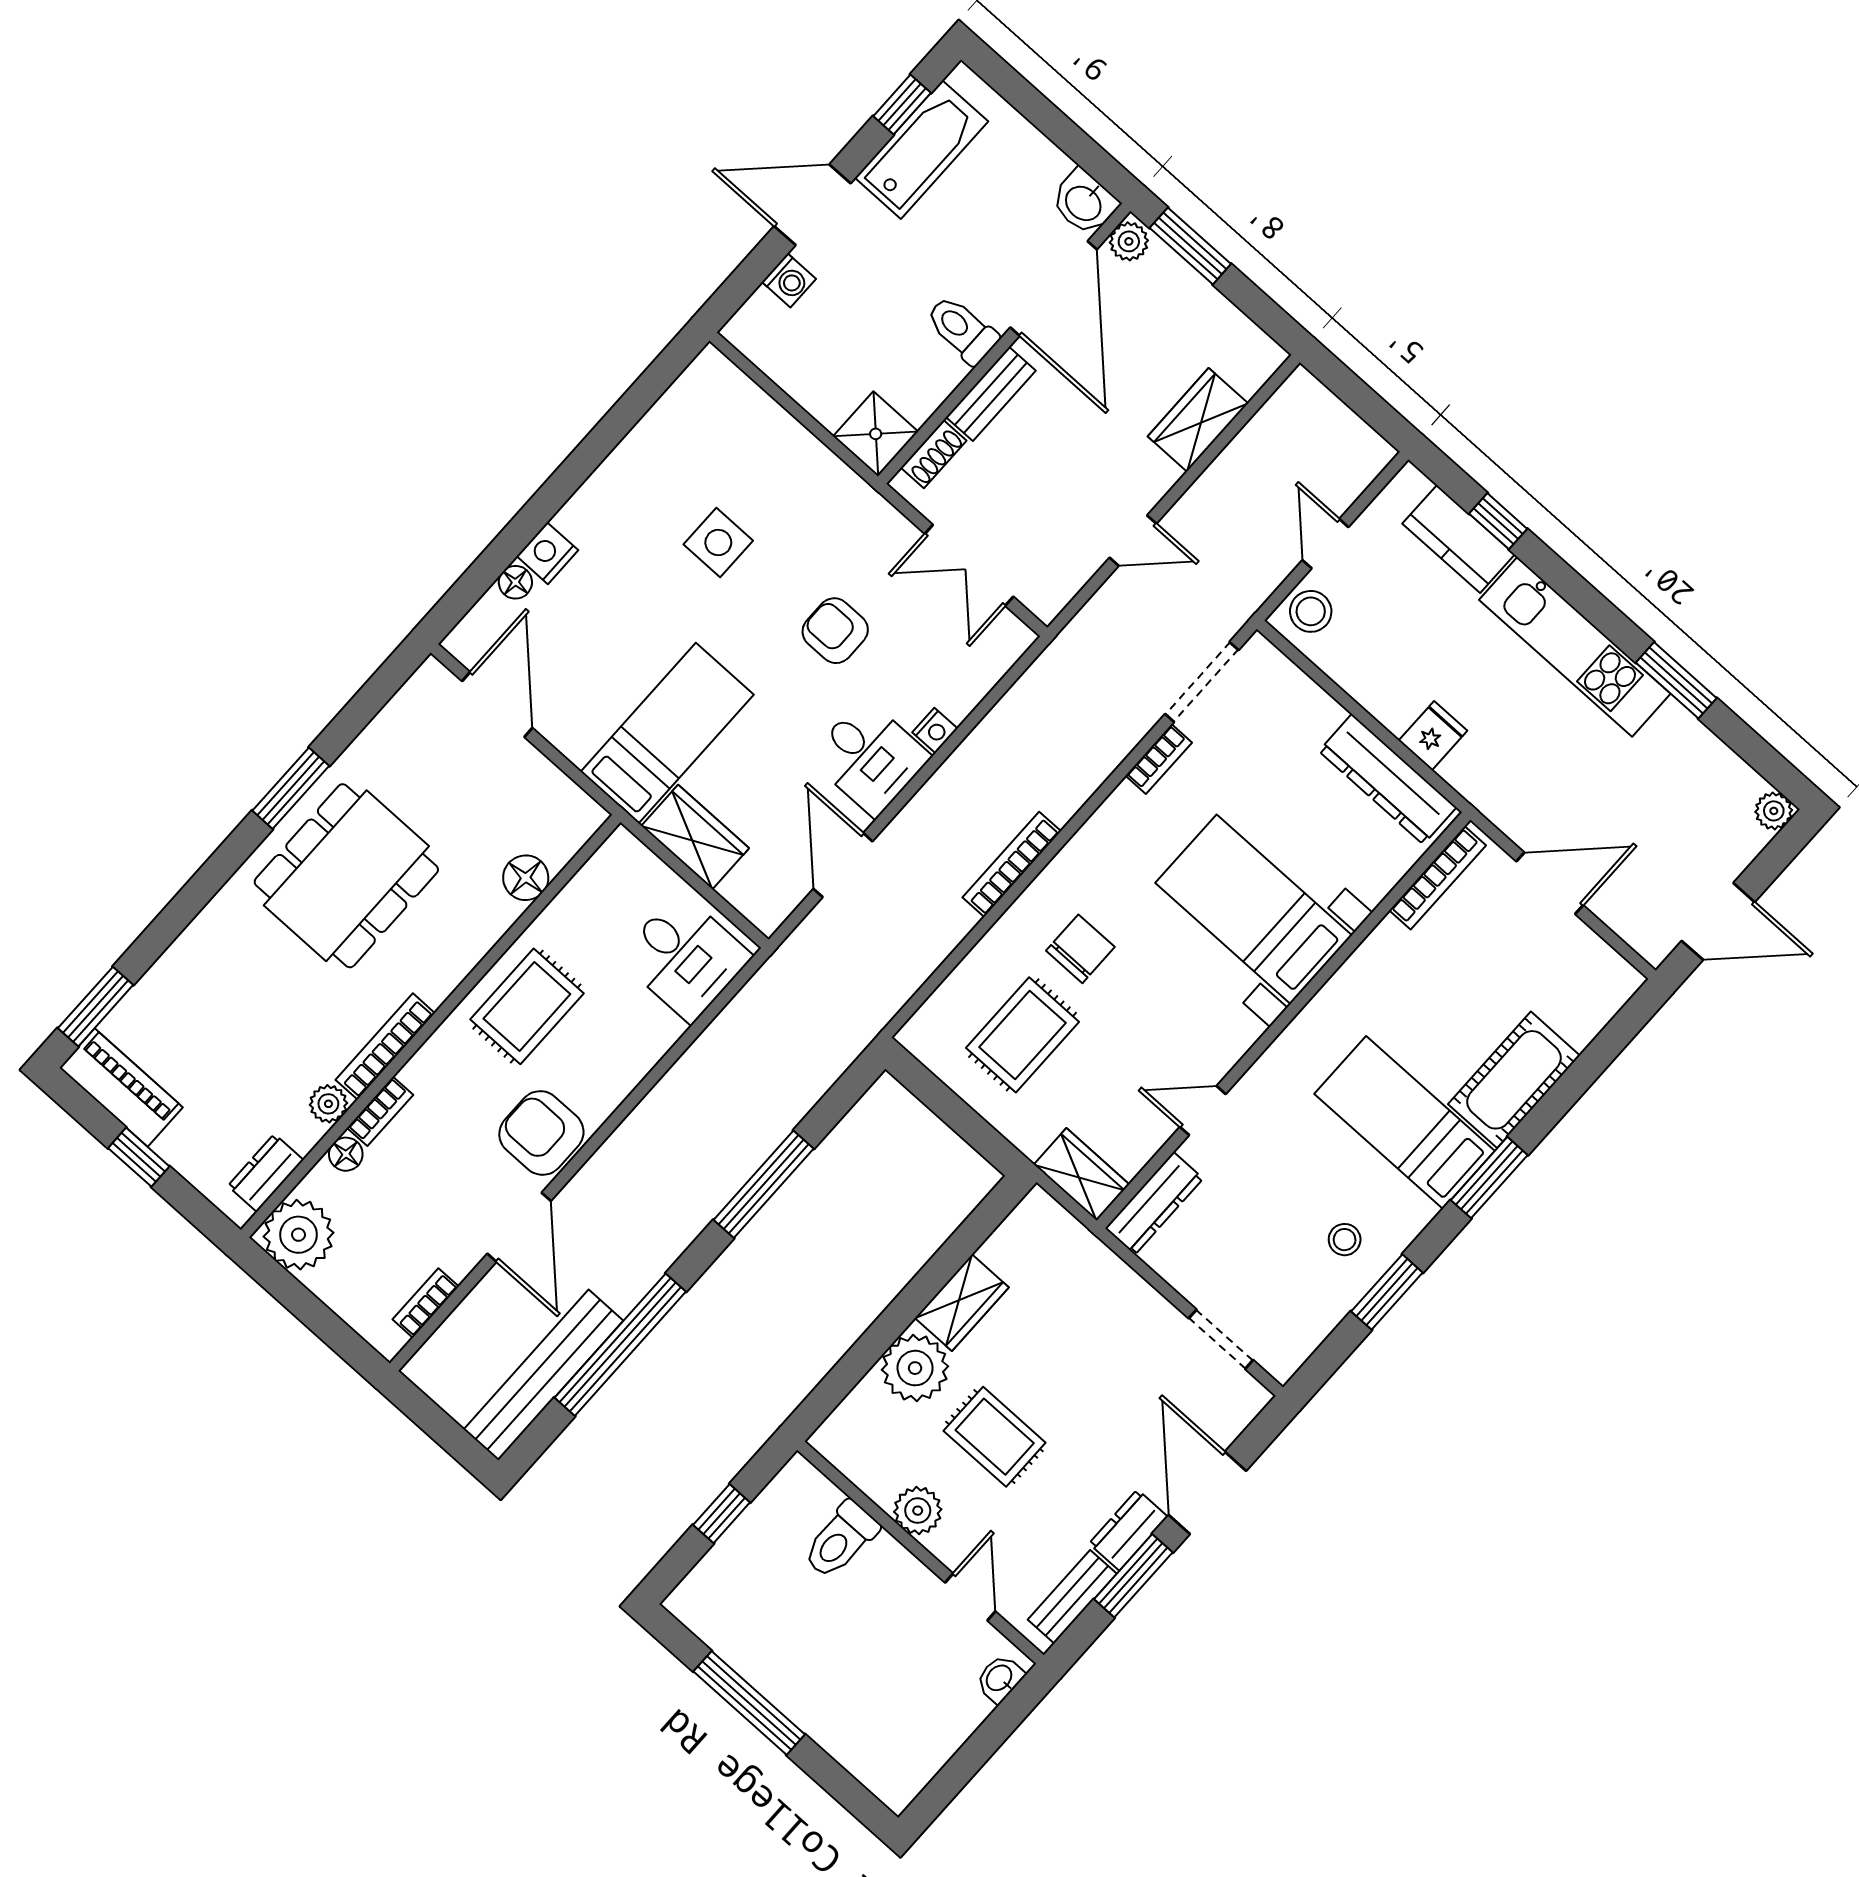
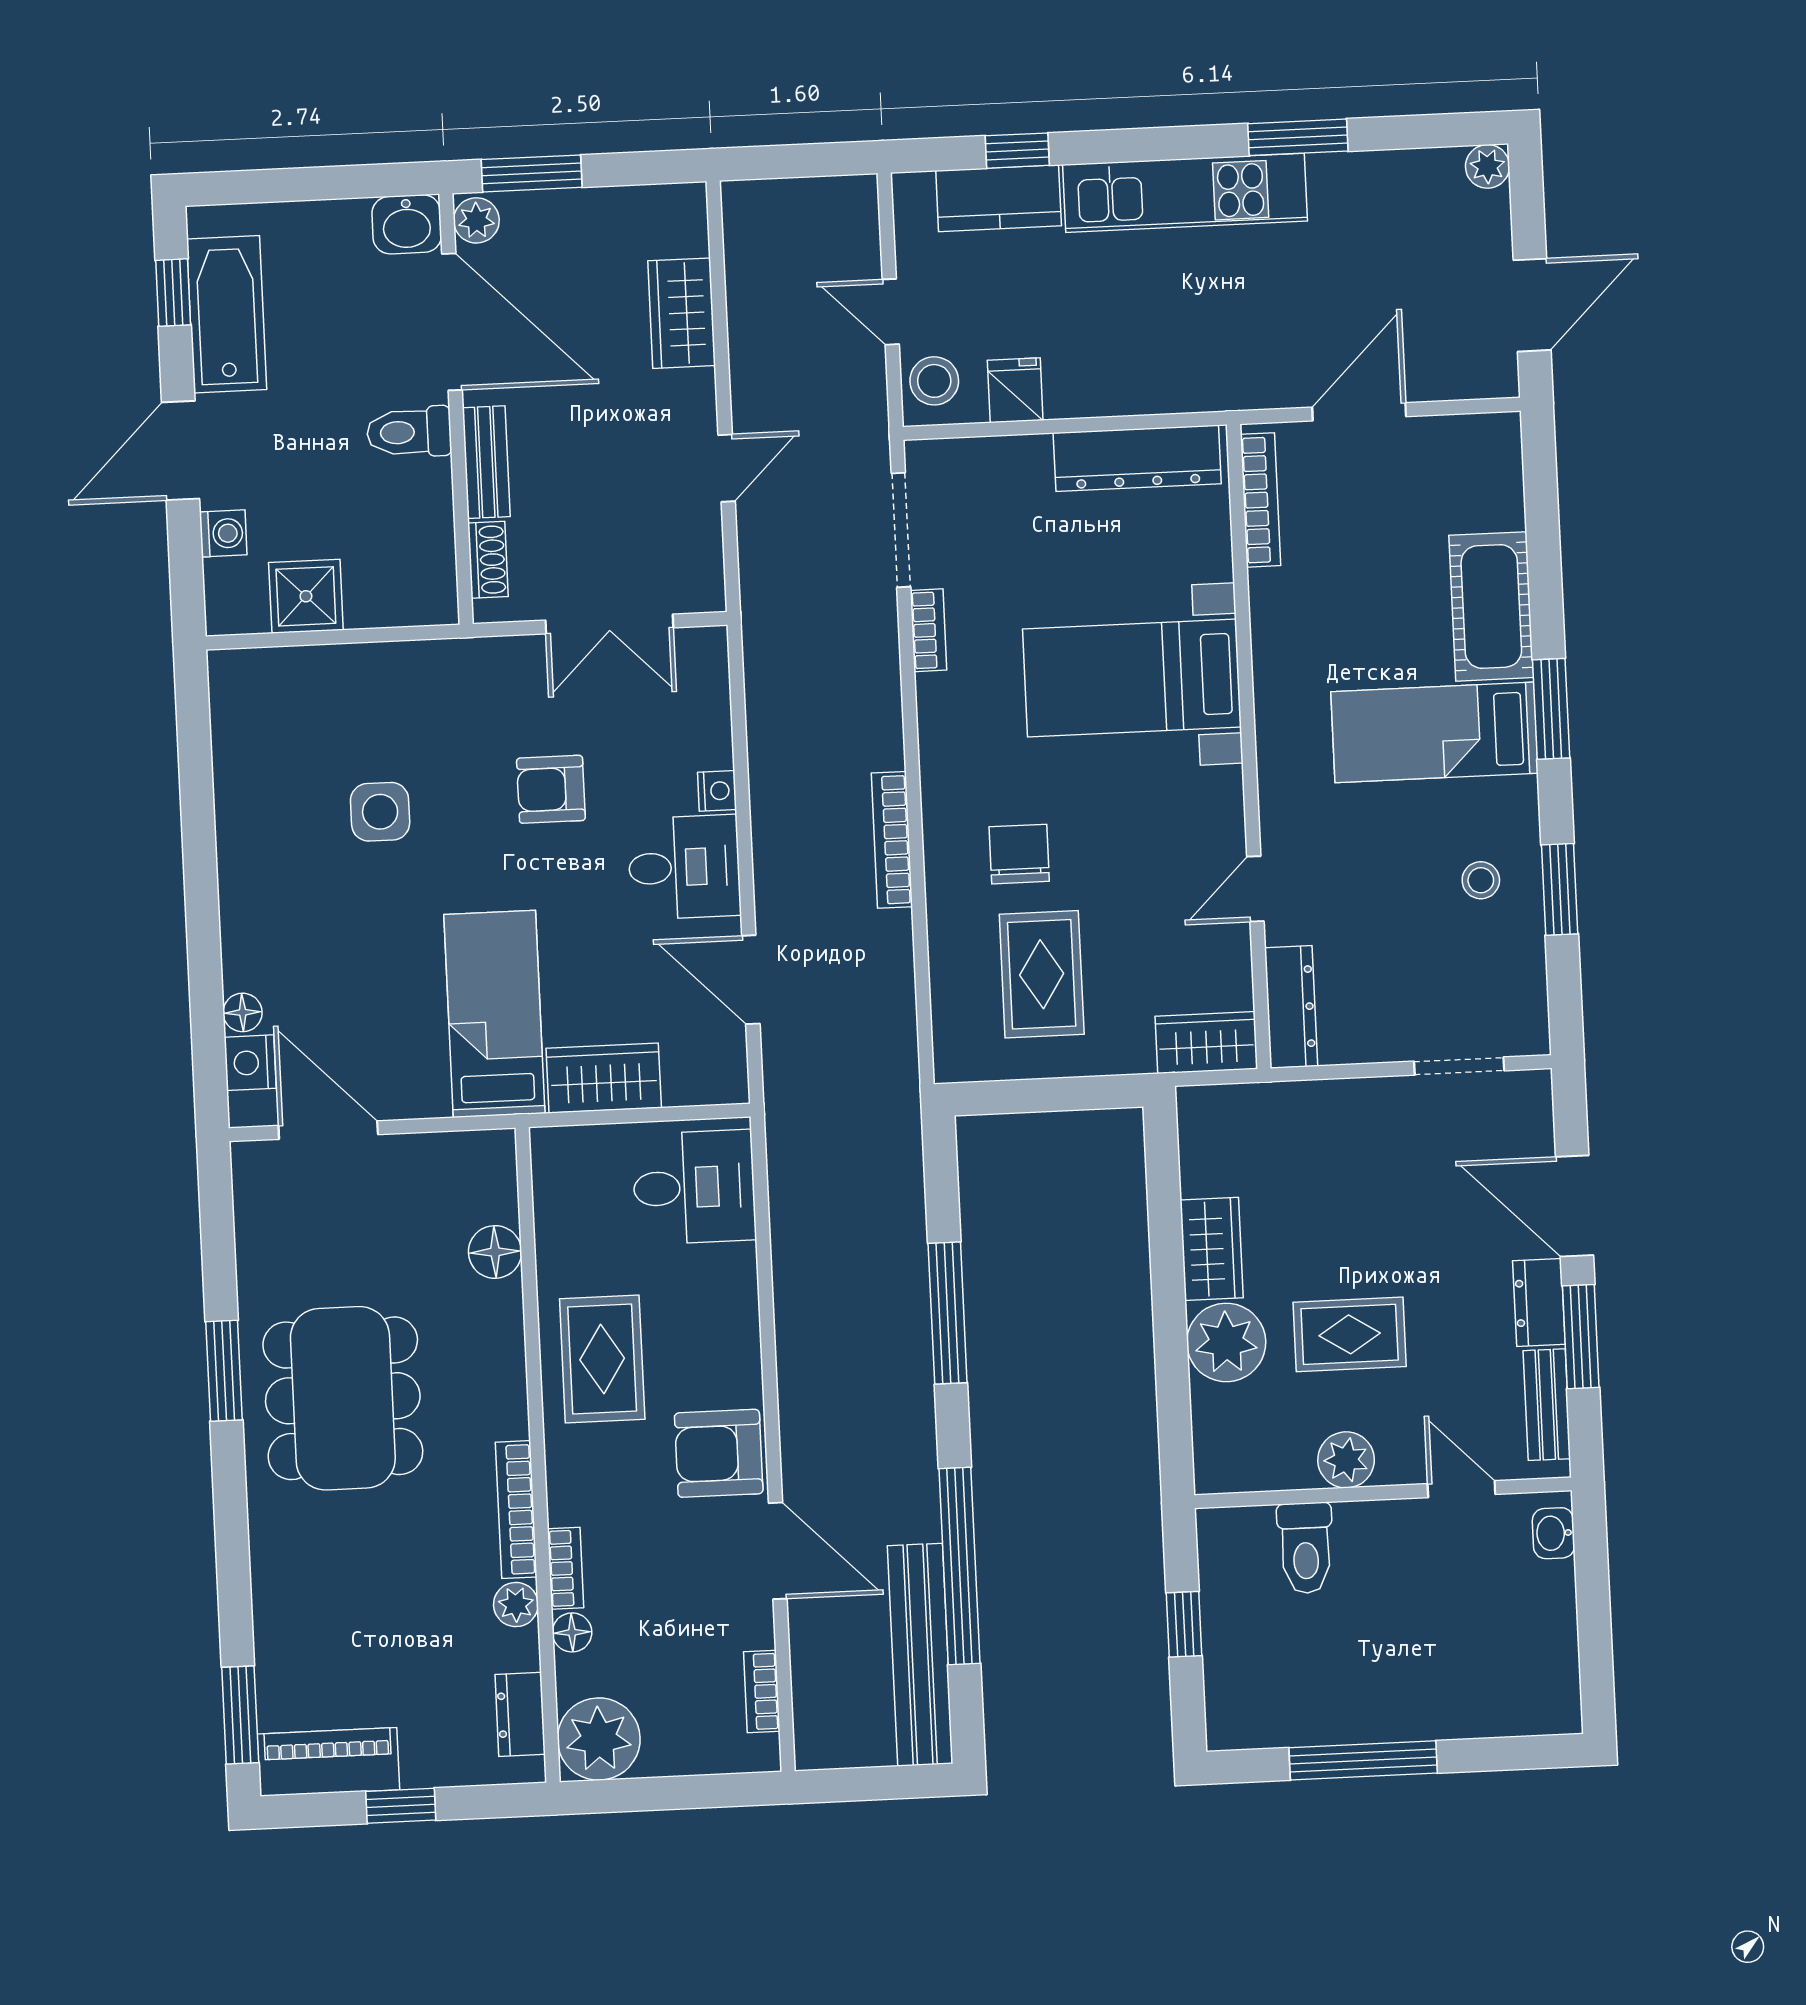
shower: (876, 434) -> (306, 596), moved
nightstand: (547, 553) -> (250, 1063), moved
fridge: (1433, 736) -> (1015, 390), moved

